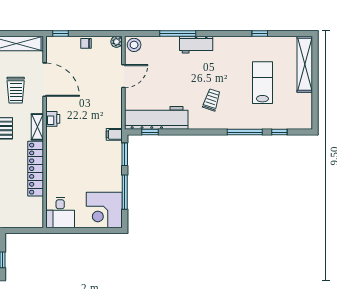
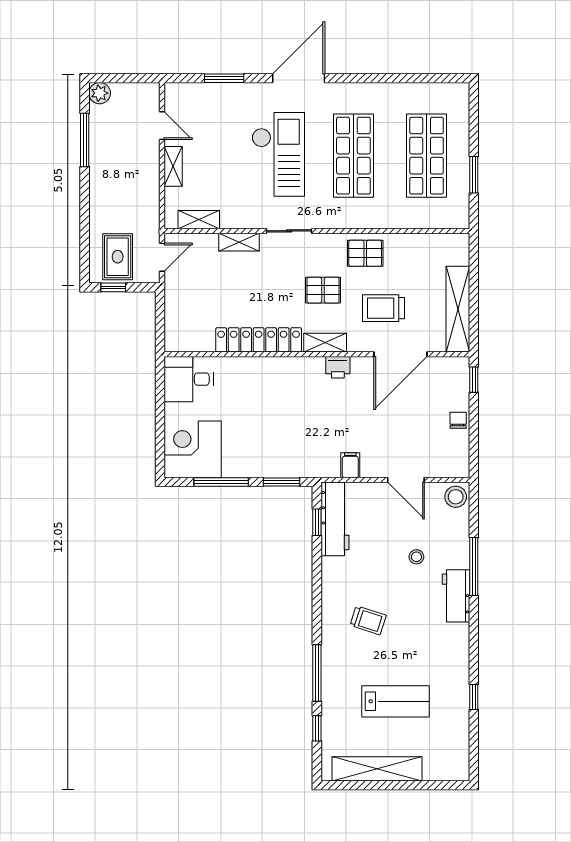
plant: (117, 42) -> (461, 469), removed
shelving: (305, 64) -> (377, 769), moved
stool: (172, 70) -> (416, 557), added
workbench: (156, 118) -> (335, 519), width x0.73, depth x0.76
filing cabinet: (114, 134) -> (350, 465), moved

